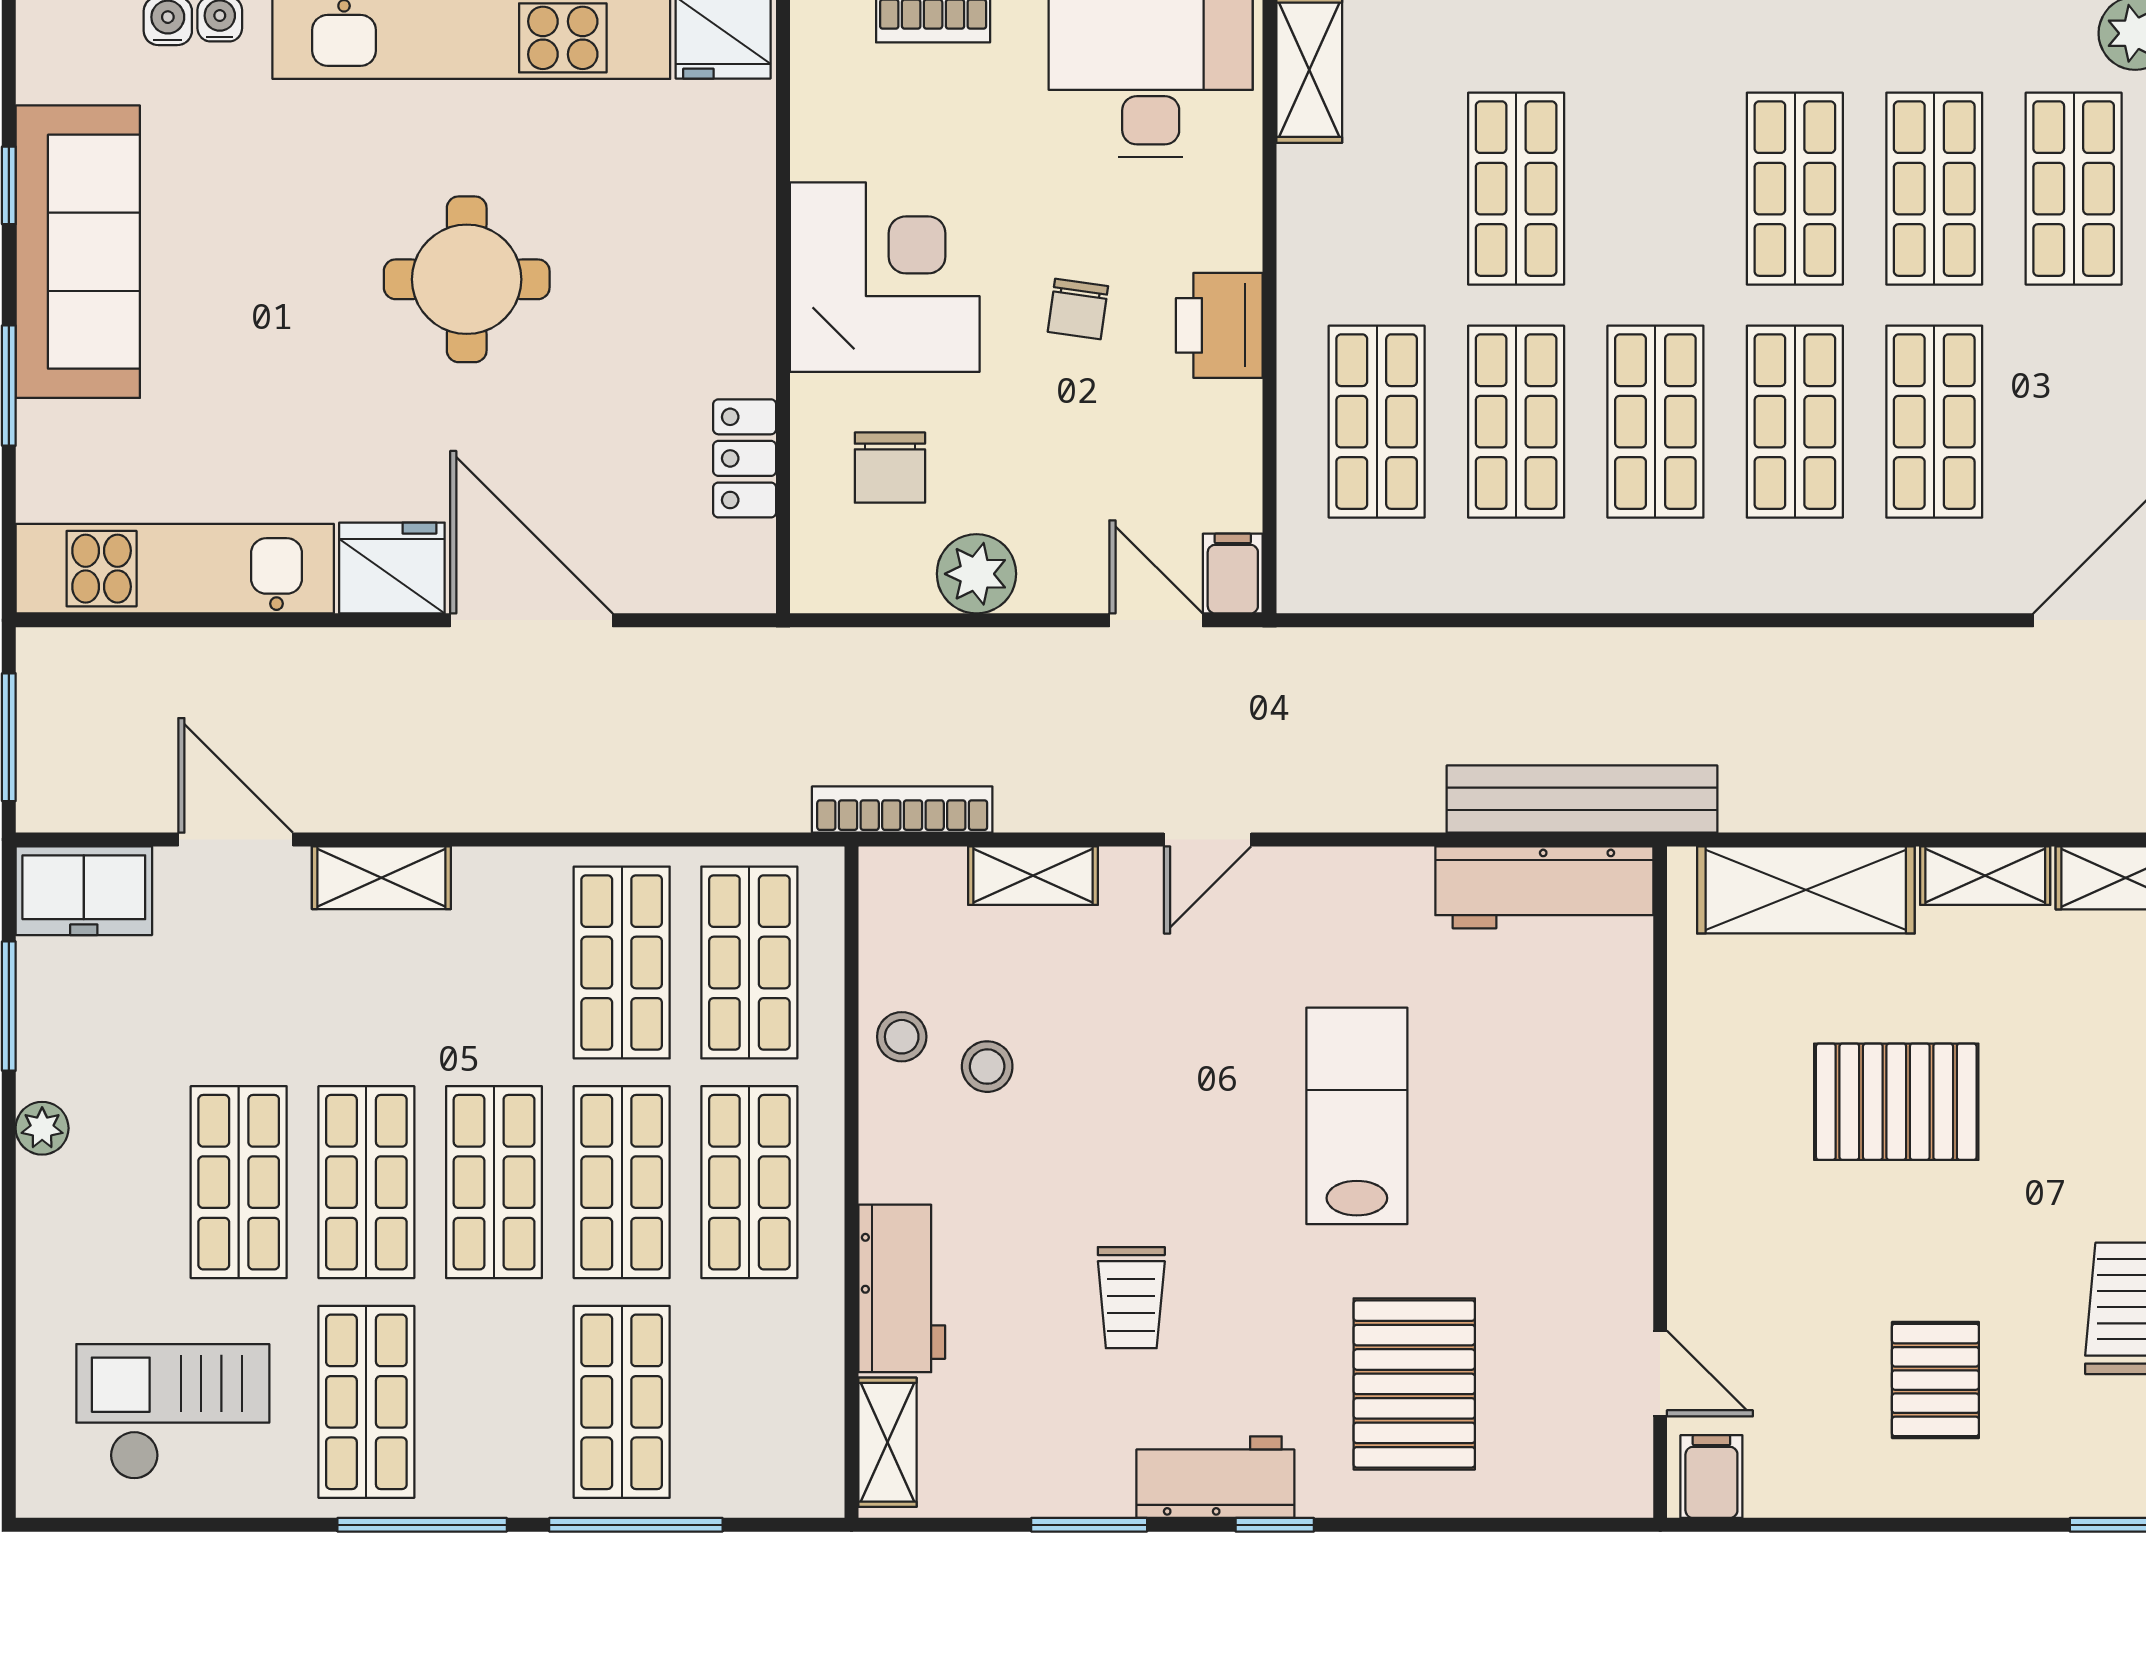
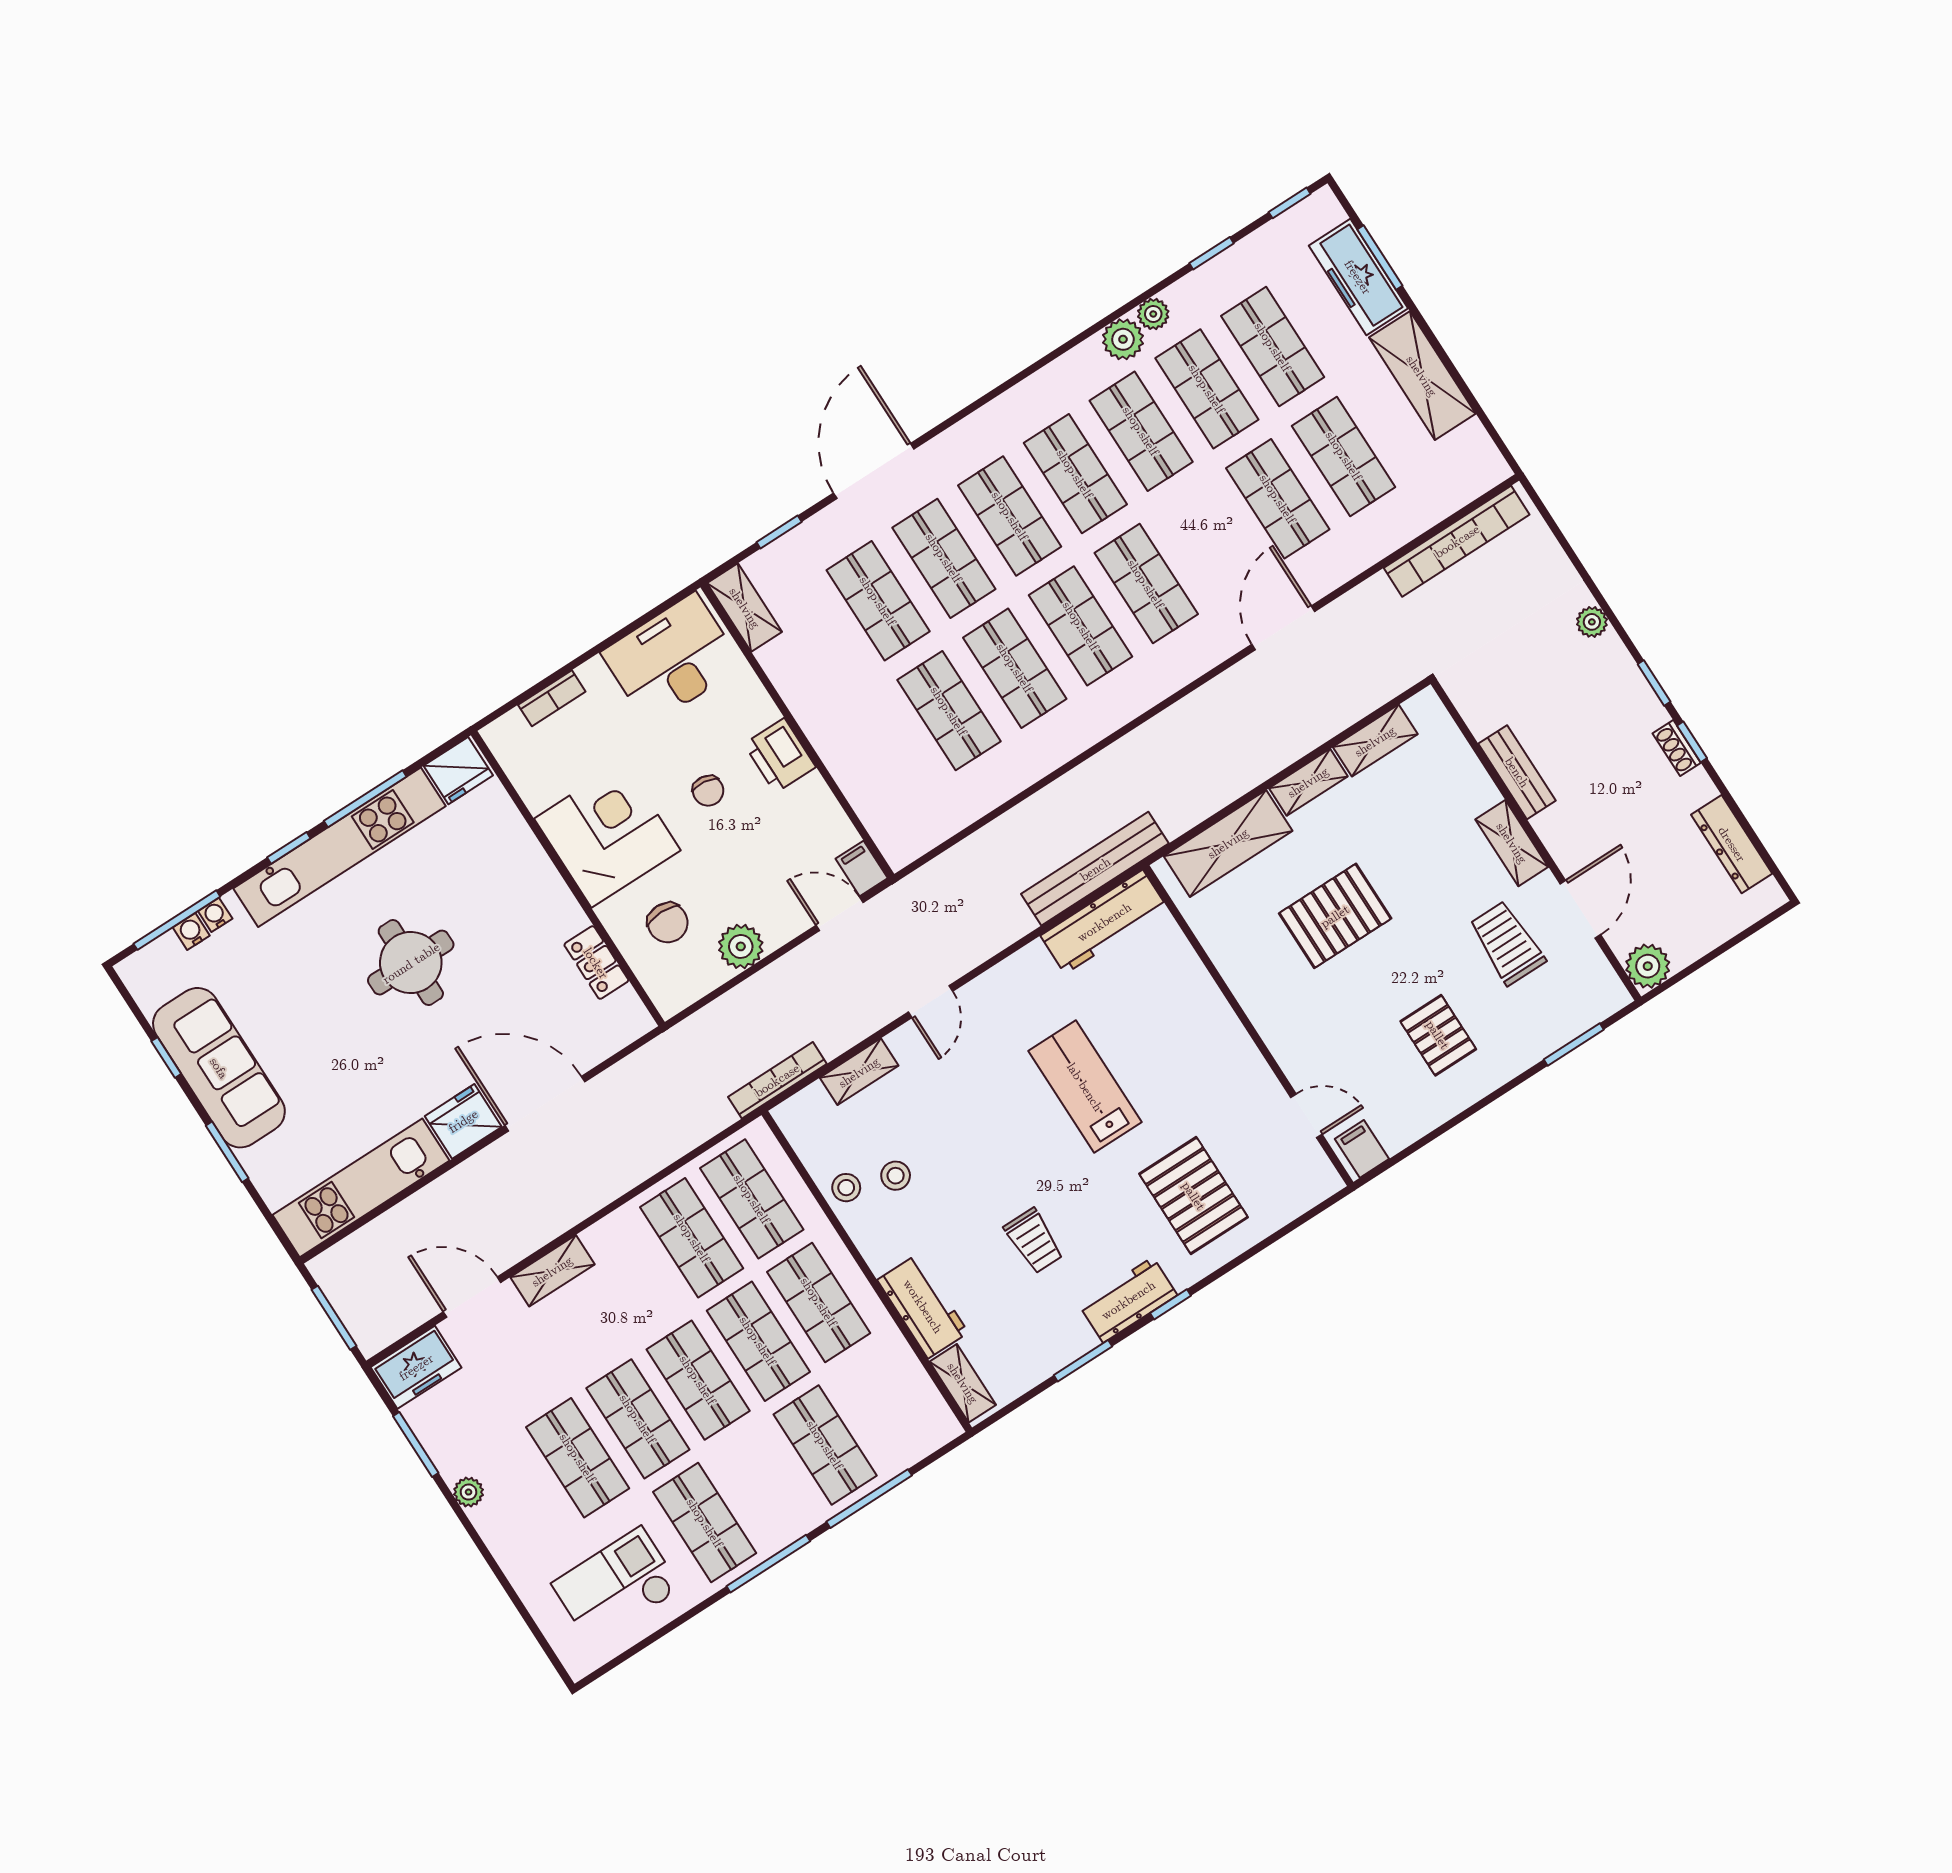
shop shelf: (1377, 422) -> (944, 558), moved

